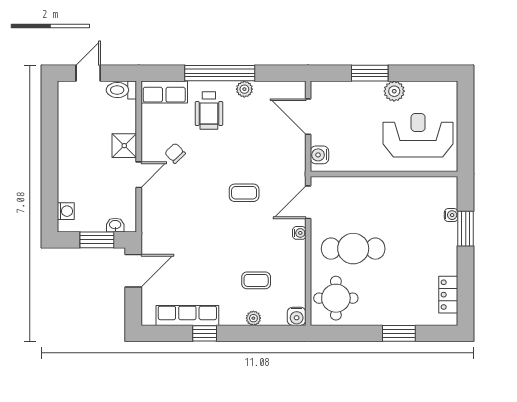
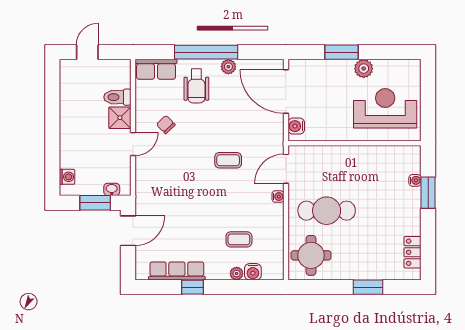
toilet: (121, 90) -> (117, 97), moved
door: (308, 117) -> (286, 92), width x1.36
water cooler: (297, 316) -> (253, 272), moved

